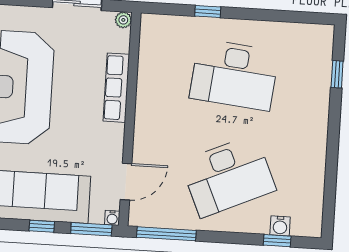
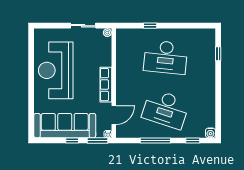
row of seats: (116, 88) -> (106, 85), moved
desk: (228, 176) -> (166, 109), turned 42
water cooler: (280, 226) -> (210, 133), moved
window: (166, 234) -> (155, 140), moved

